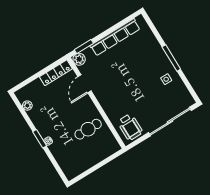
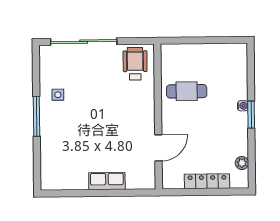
row of seats: (115, 37) -> (107, 181), width x0.50
window: (84, 47) -> (132, 193), removed
plant: (79, 59) -> (147, 181), removed
locker: (56, 73) -> (207, 181), moved

